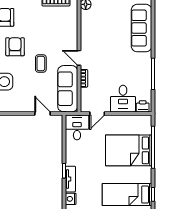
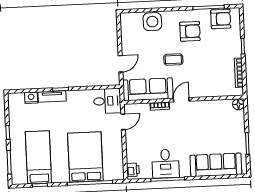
desk: (123, 99) -> (165, 164), moved, turned -90
door: (97, 113) -> (123, 122), swing flipped

